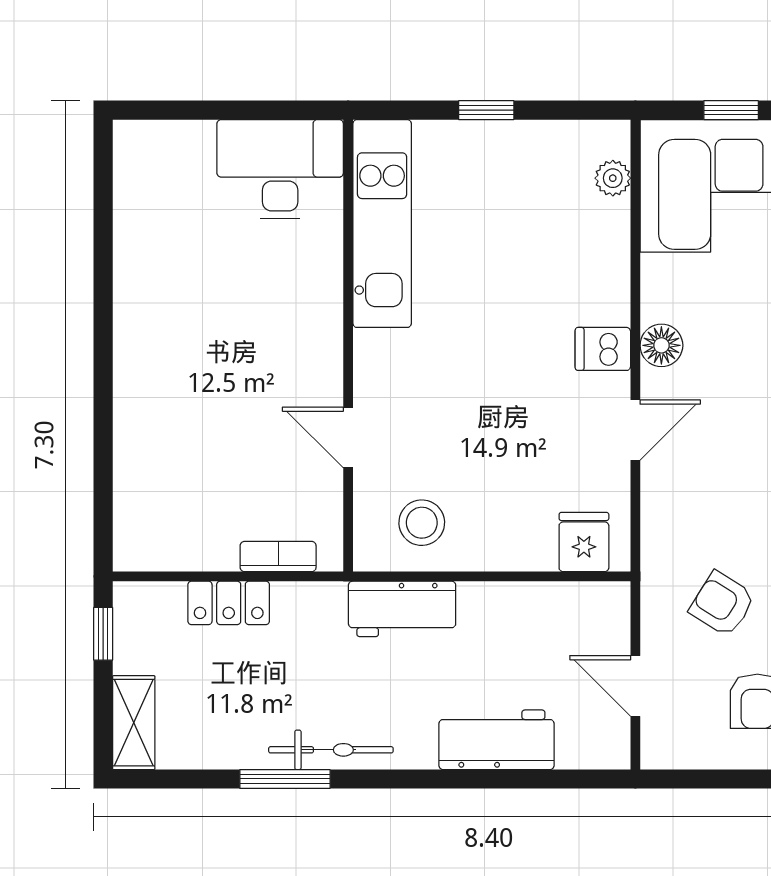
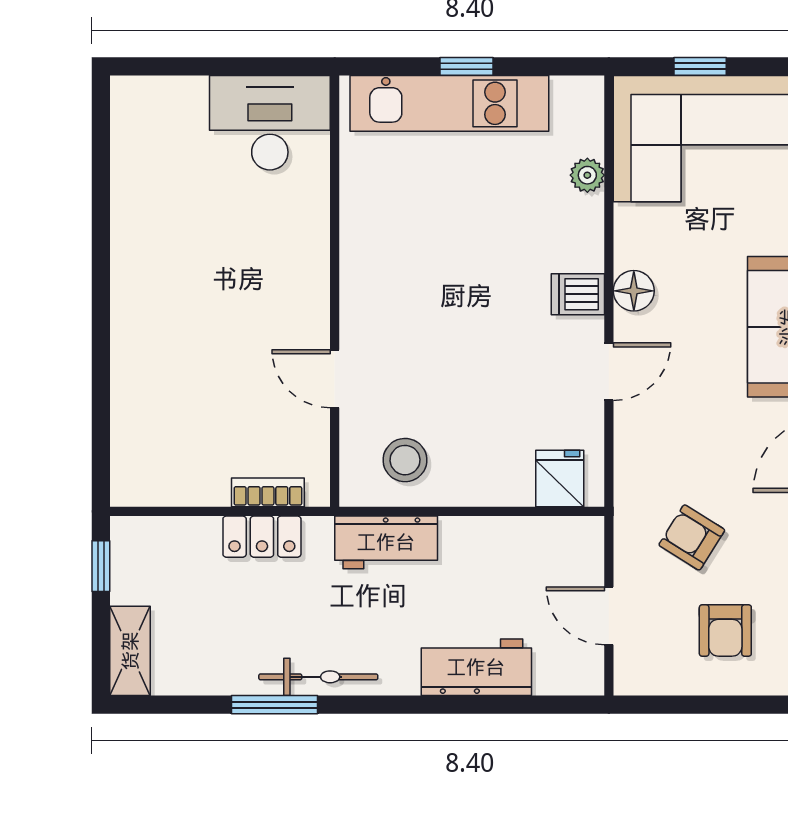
plant: (613, 178) -> (587, 175), moved
kitchen unit: (382, 224) -> (449, 103), moved, turned 90
locker: (229, 603) -> (262, 537), moved

